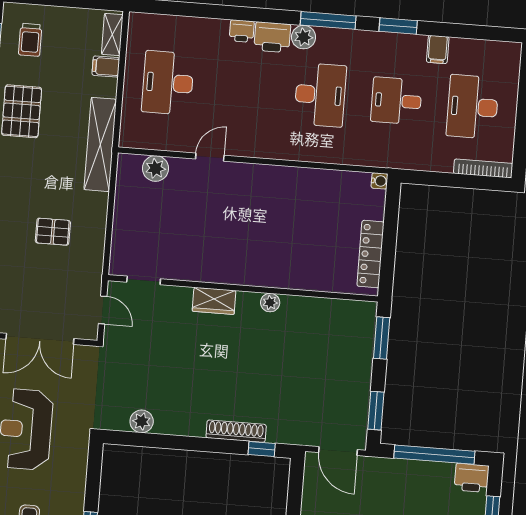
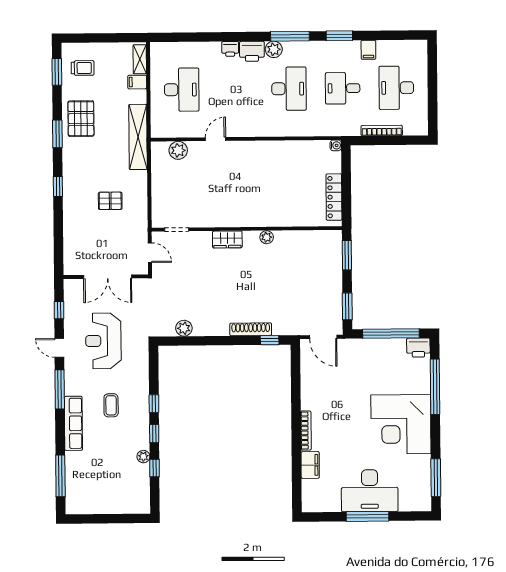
trolley: (30, 40) -> (83, 68), turned -90
desk: (168, 83) -> (182, 90), turned 180
bookcase: (483, 168) -> (382, 130), moved

